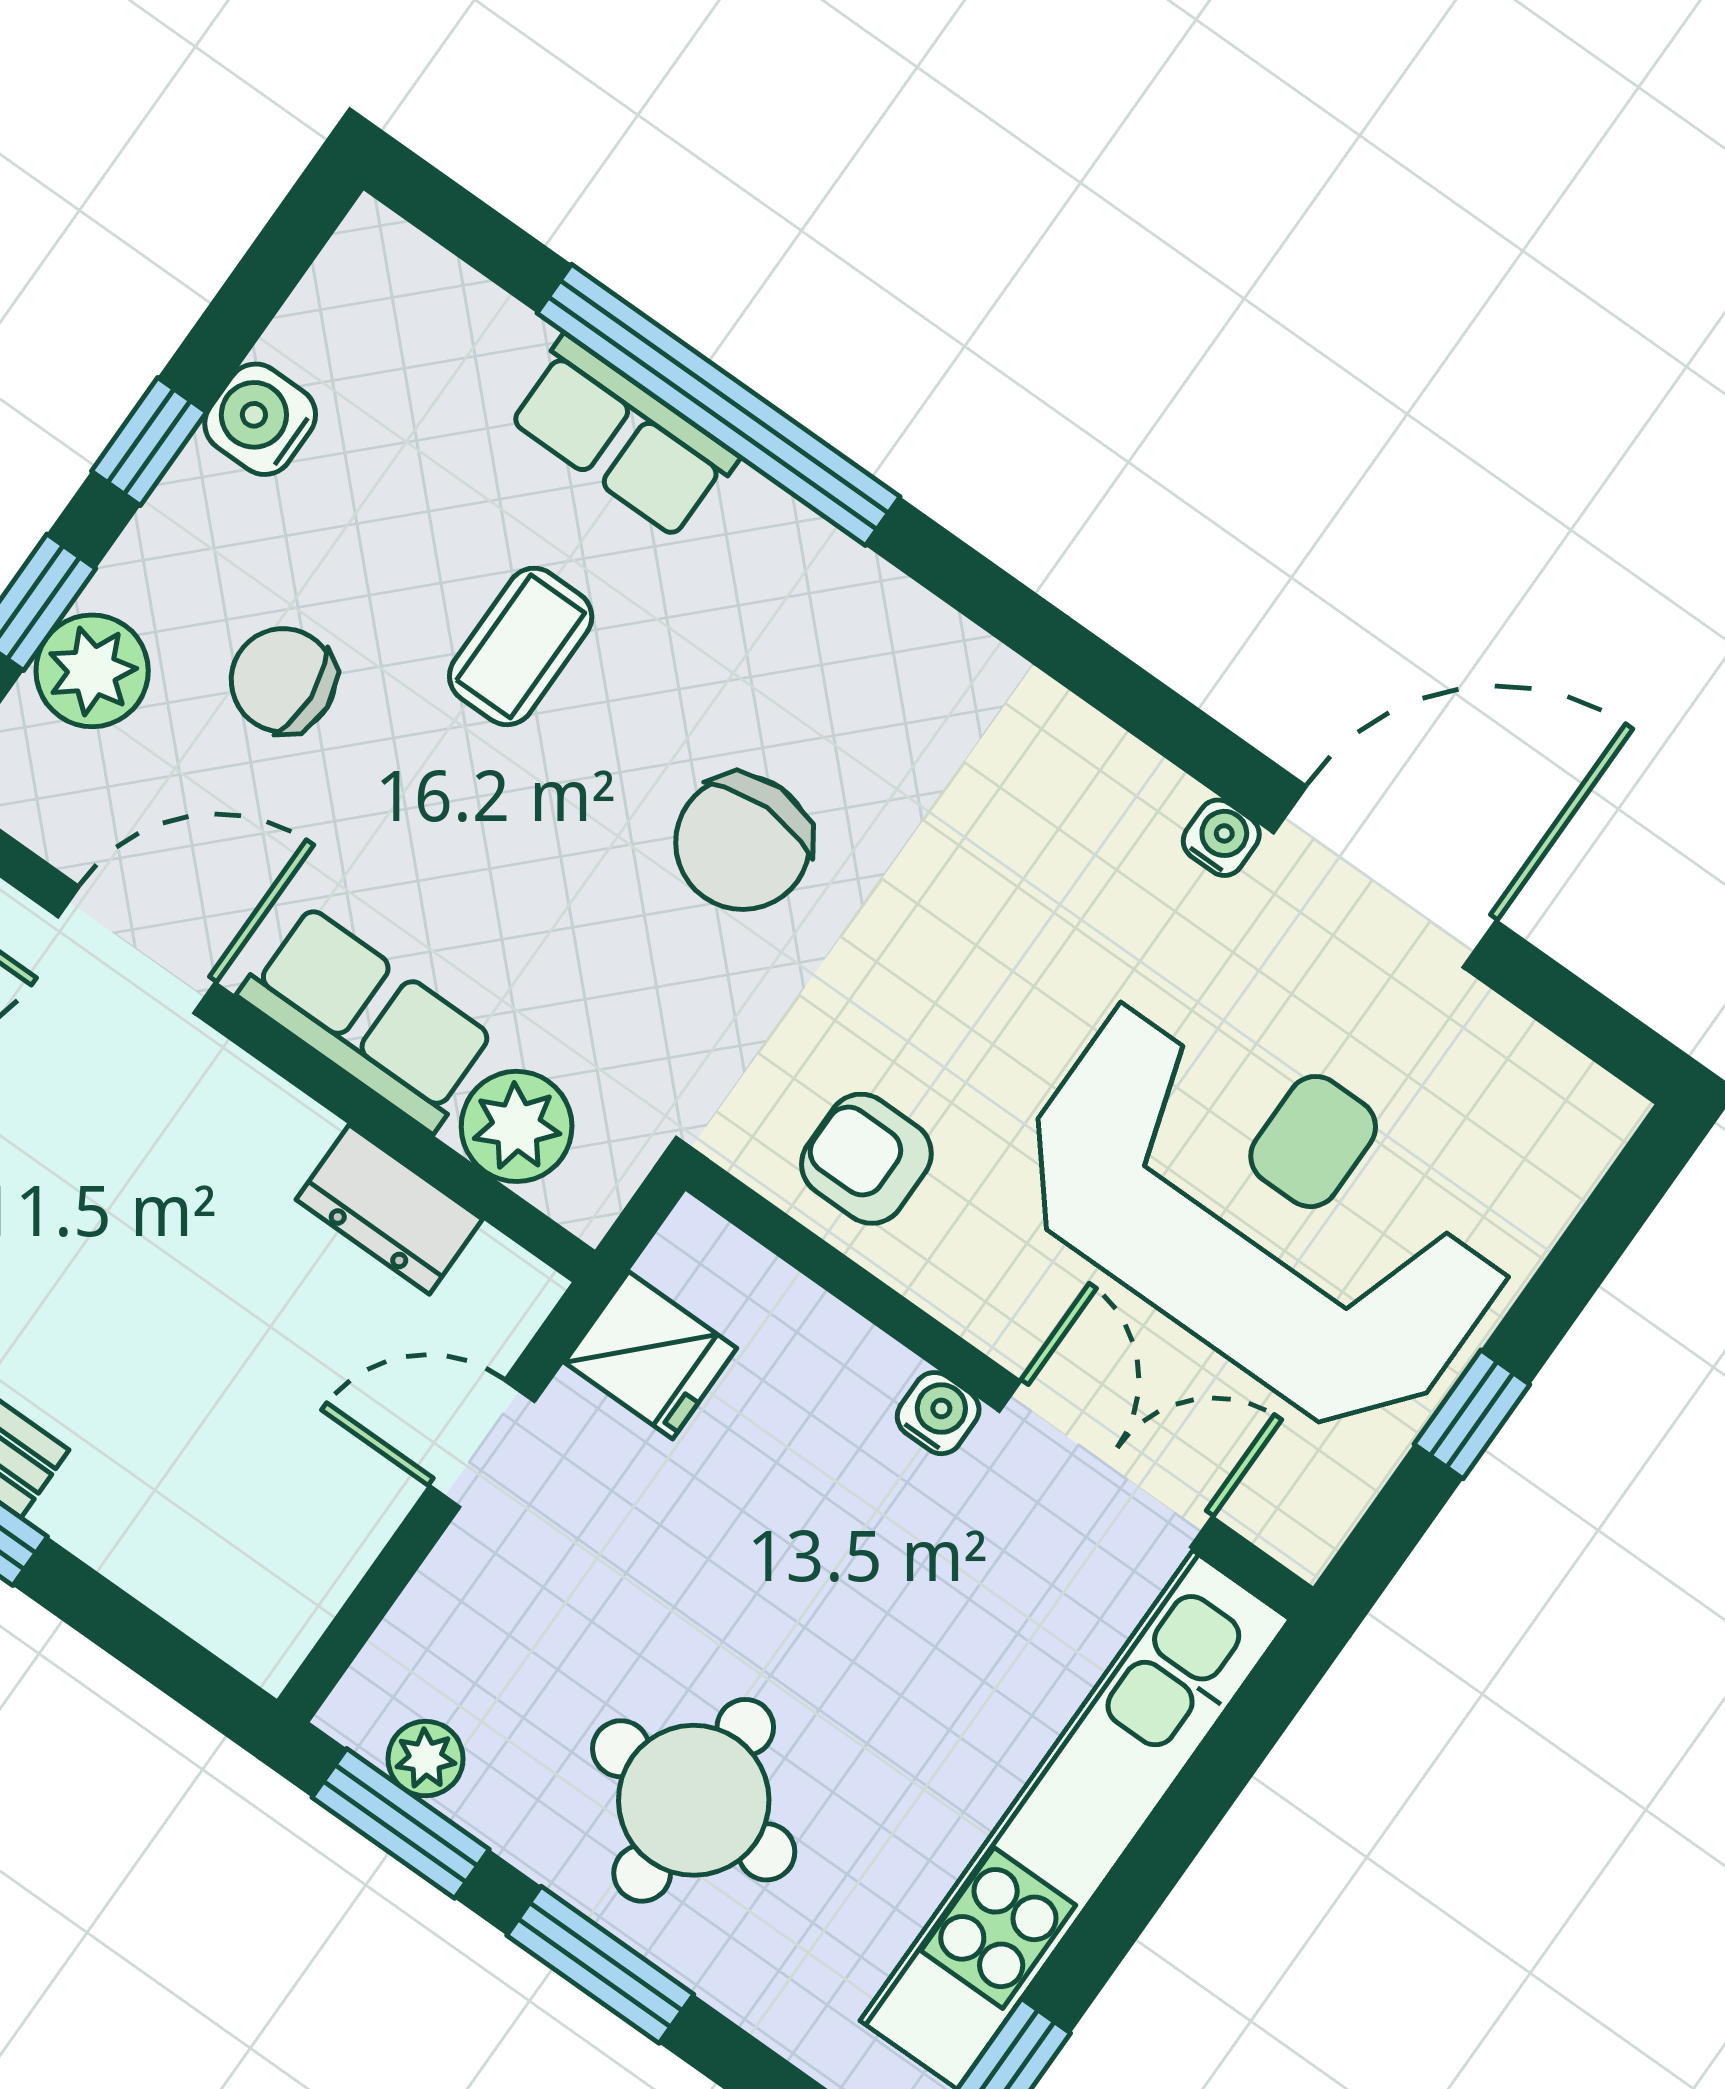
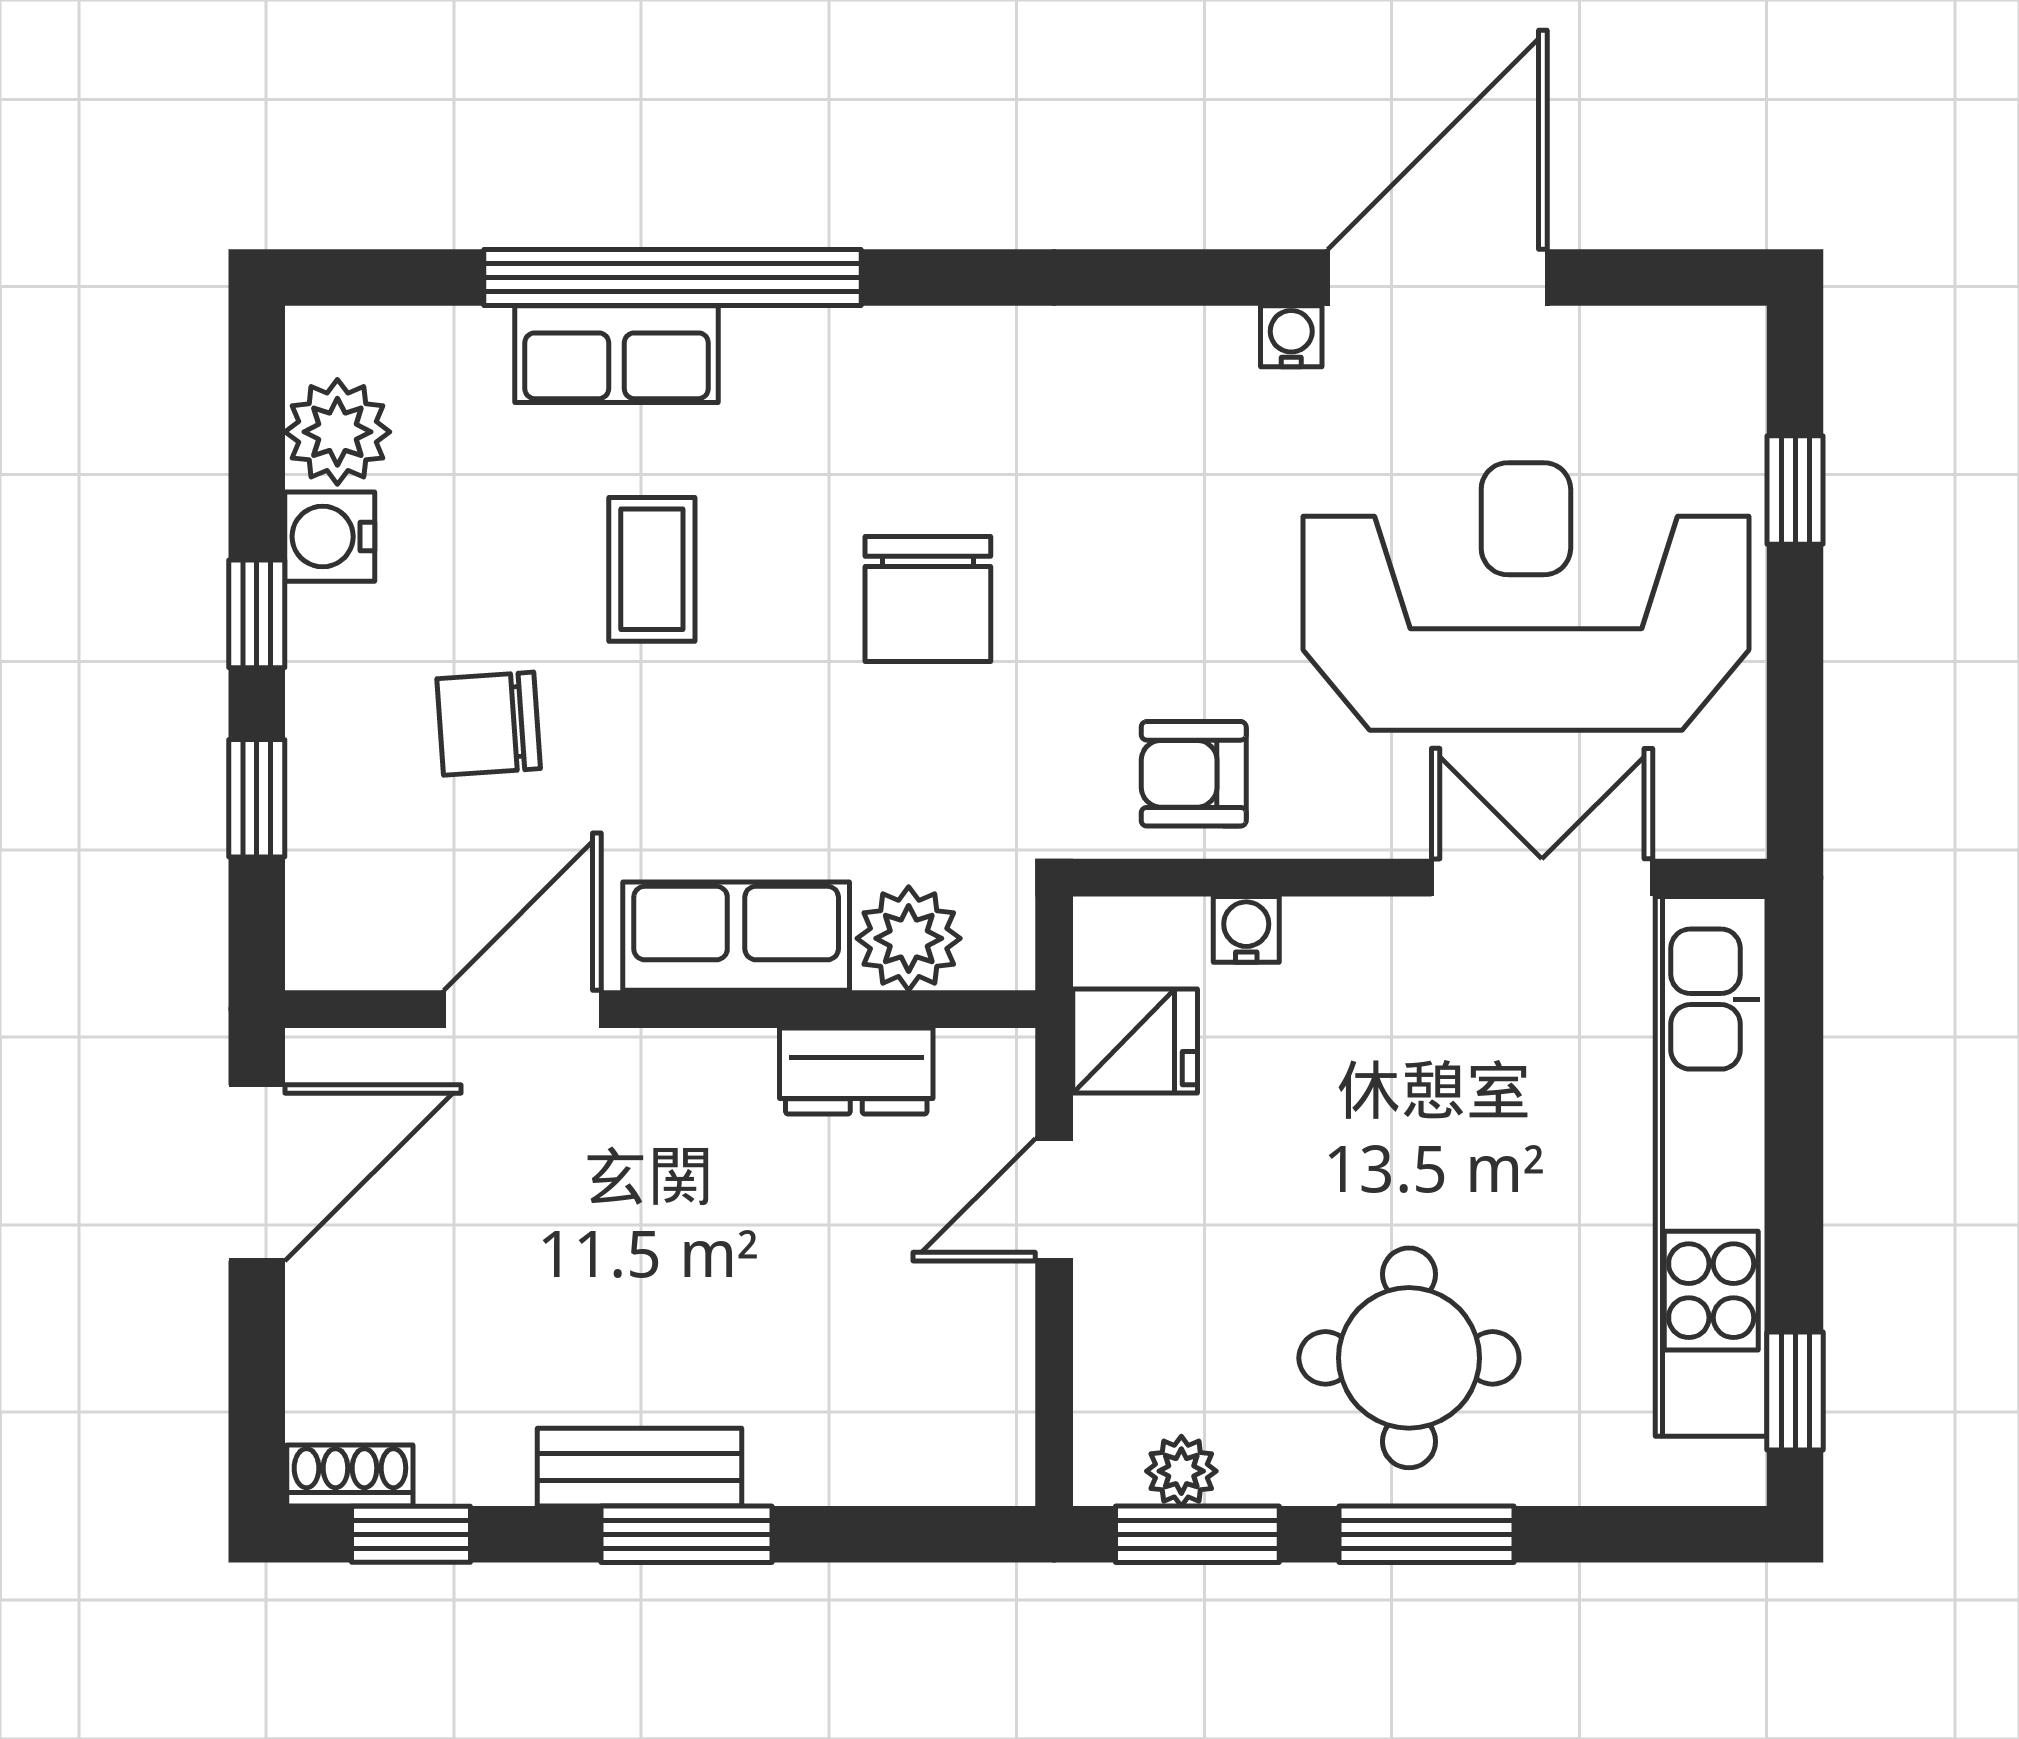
plant: (92, 671) -> (337, 432), moved
water cooler: (938, 1413) -> (1246, 929), moved
window: (1472, 1414) -> (1795, 490), moved

